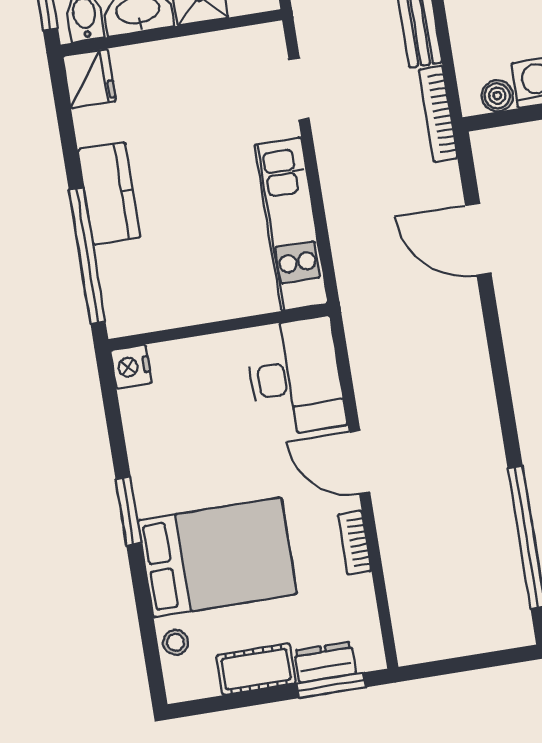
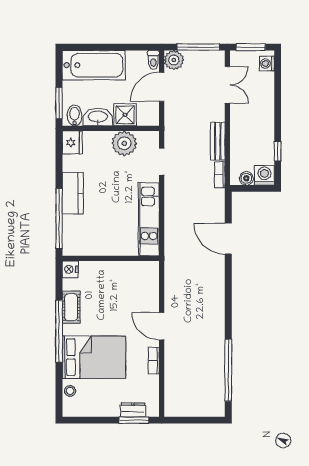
plant: (207, 61) -> (124, 143), added
bookcase: (438, 114) -> (220, 175), width x0.64
desk: (296, 377) -> (140, 285), removed
window: (128, 511) -> (59, 331), width x2.11
cot: (256, 669) -> (71, 307), moved, turned 90

